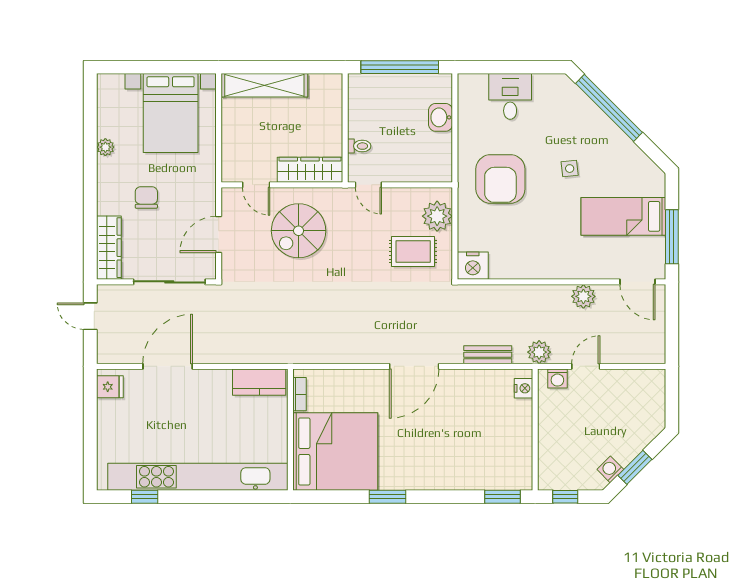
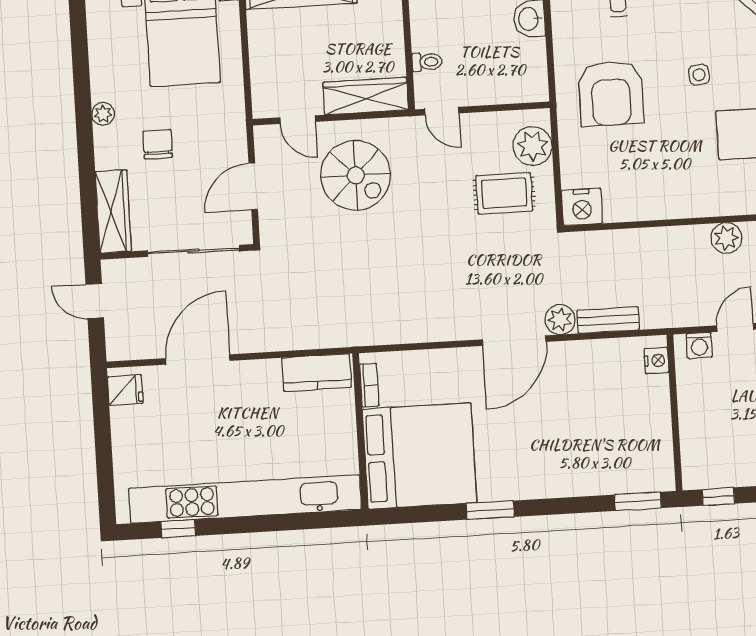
plant: (105, 147) -> (103, 114), moved
spiral stairs: (299, 231) -> (356, 175), turned -90
plant: (539, 352) -> (560, 320), moved

